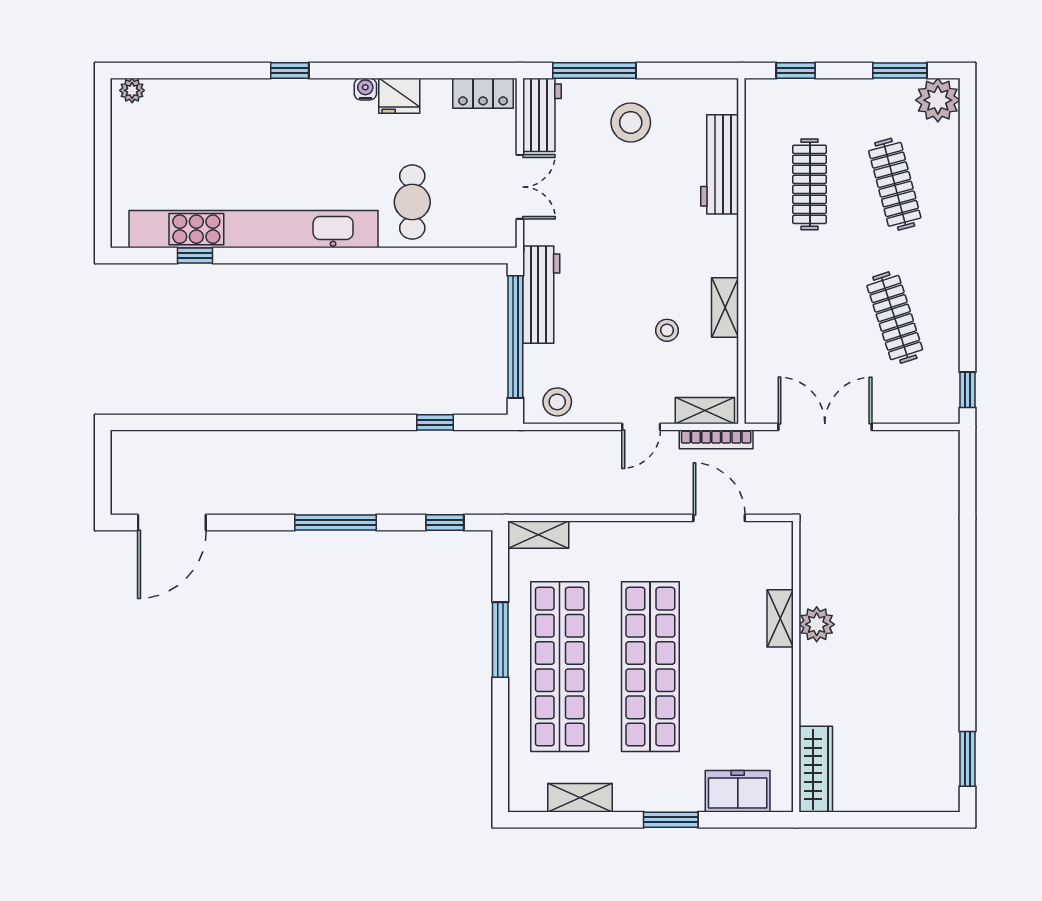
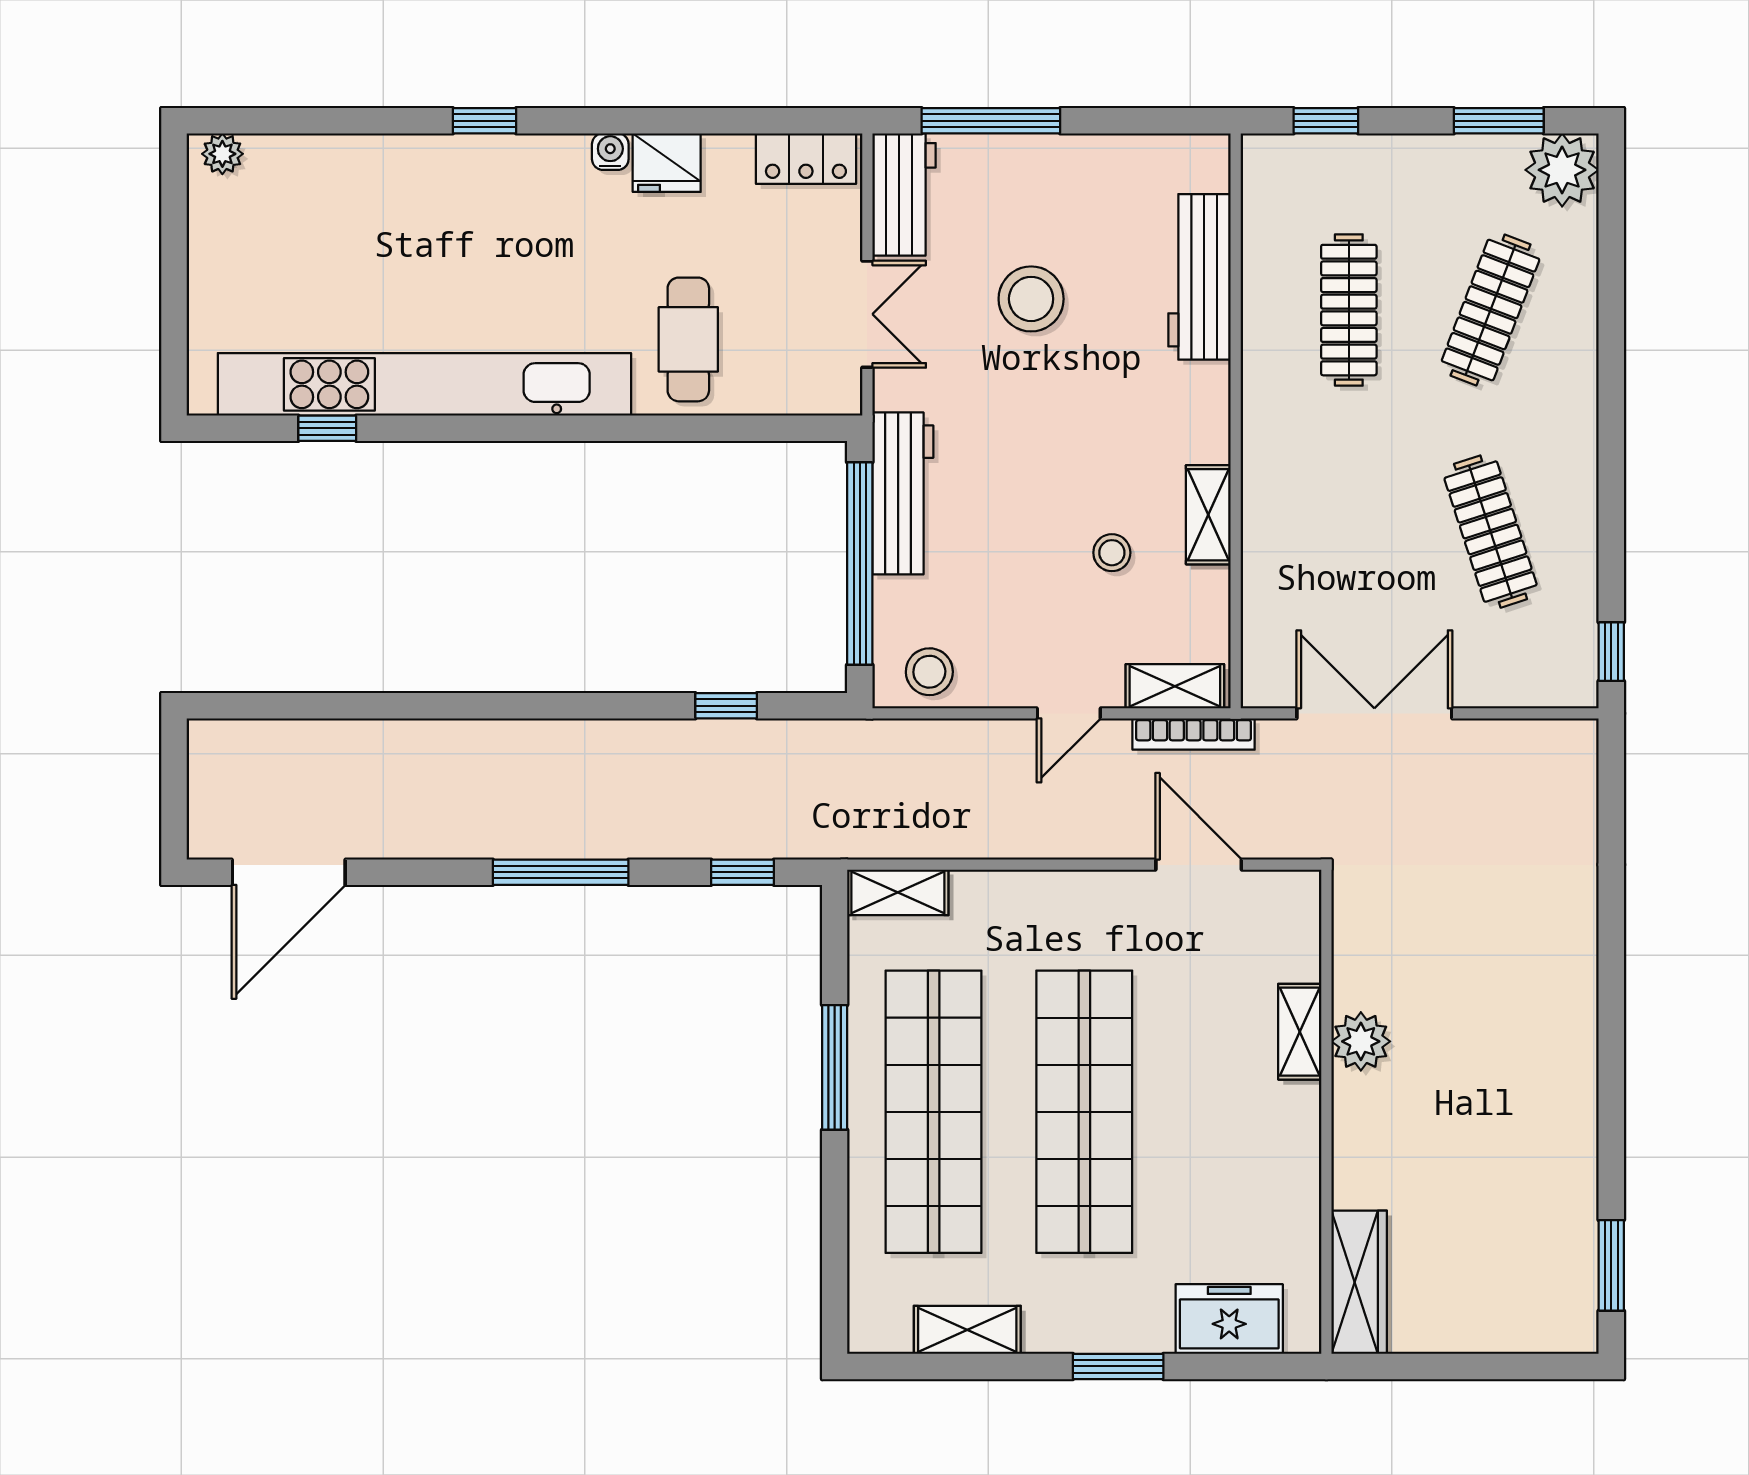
stool: (631, 122) -> (1031, 299), moved
clothes rail: (895, 184) -> (1491, 310), turned 36

